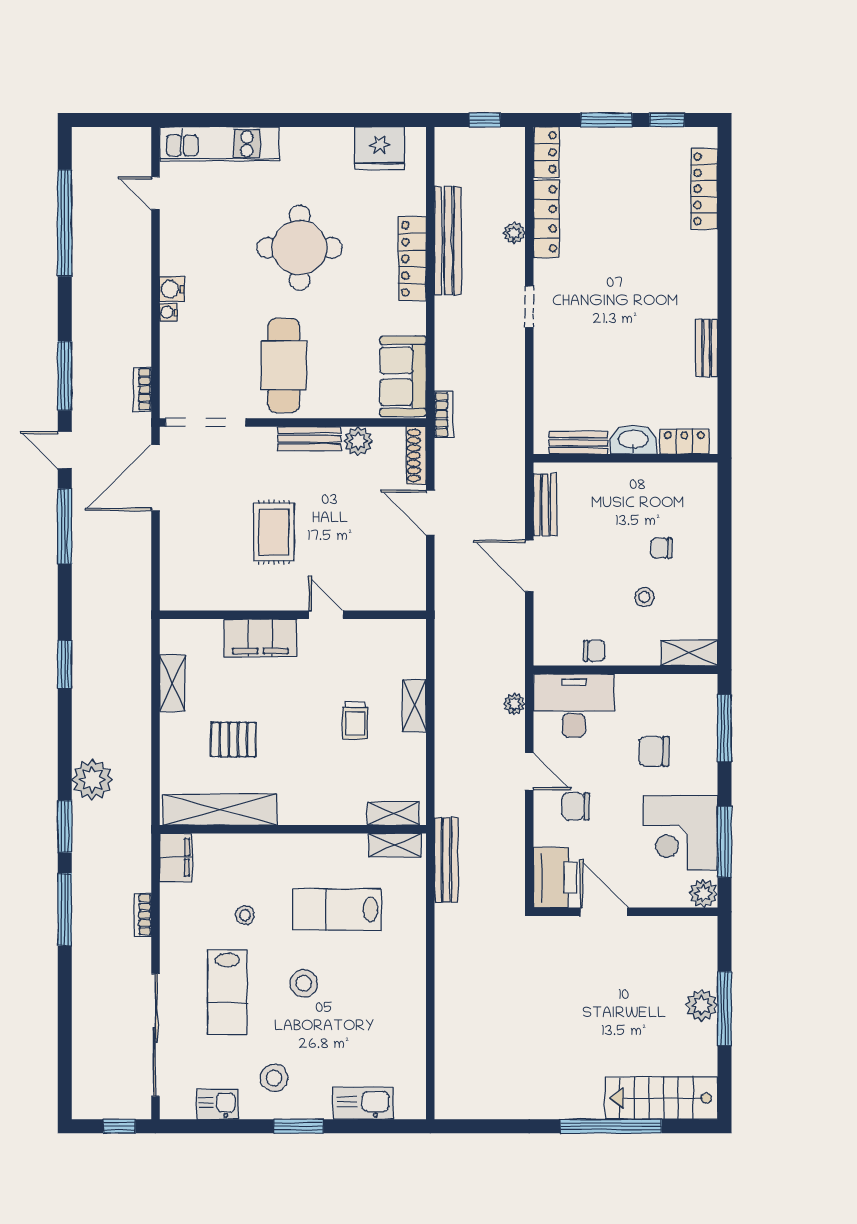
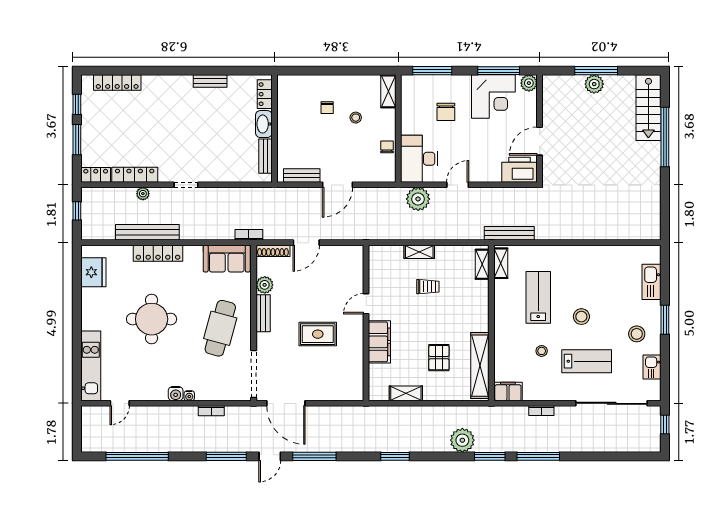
cafe table: (284, 365) -> (220, 328), turned -75
bookcase: (142, 389) -> (211, 411), moved
plant: (514, 704) -> (418, 199), width x1.88, depth x1.88
chair: (576, 806) -> (478, 158), removed
lab bench: (337, 909) -> (538, 297), turned 180

